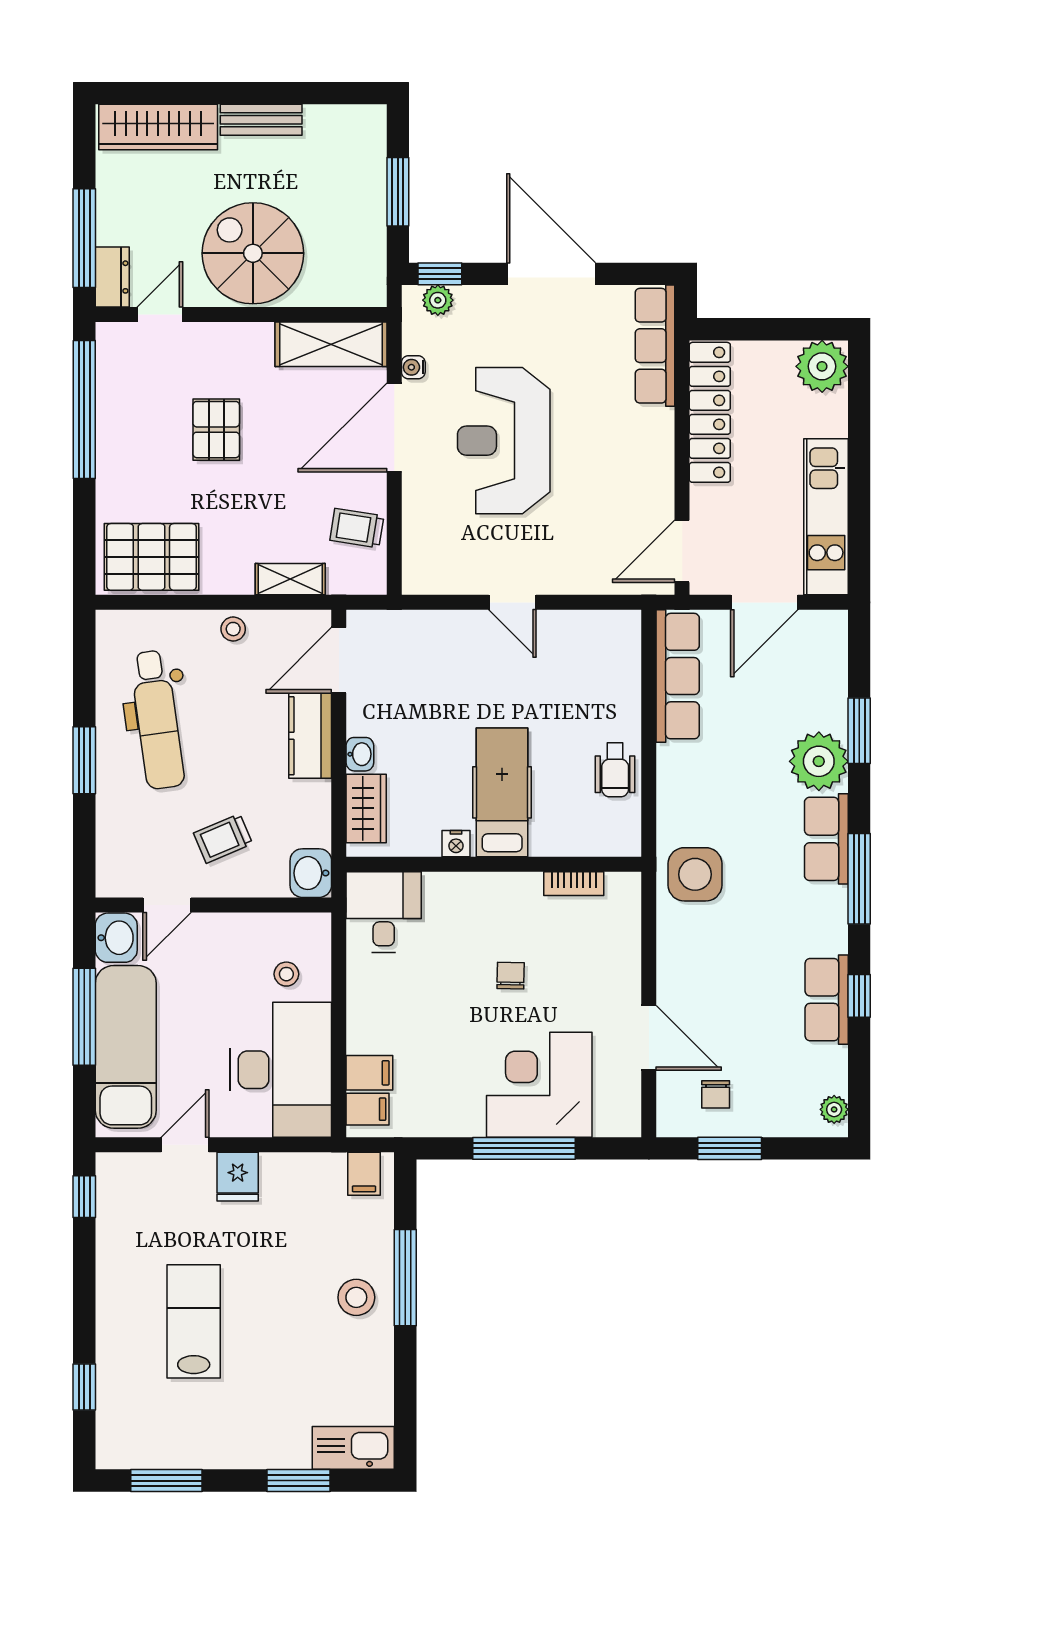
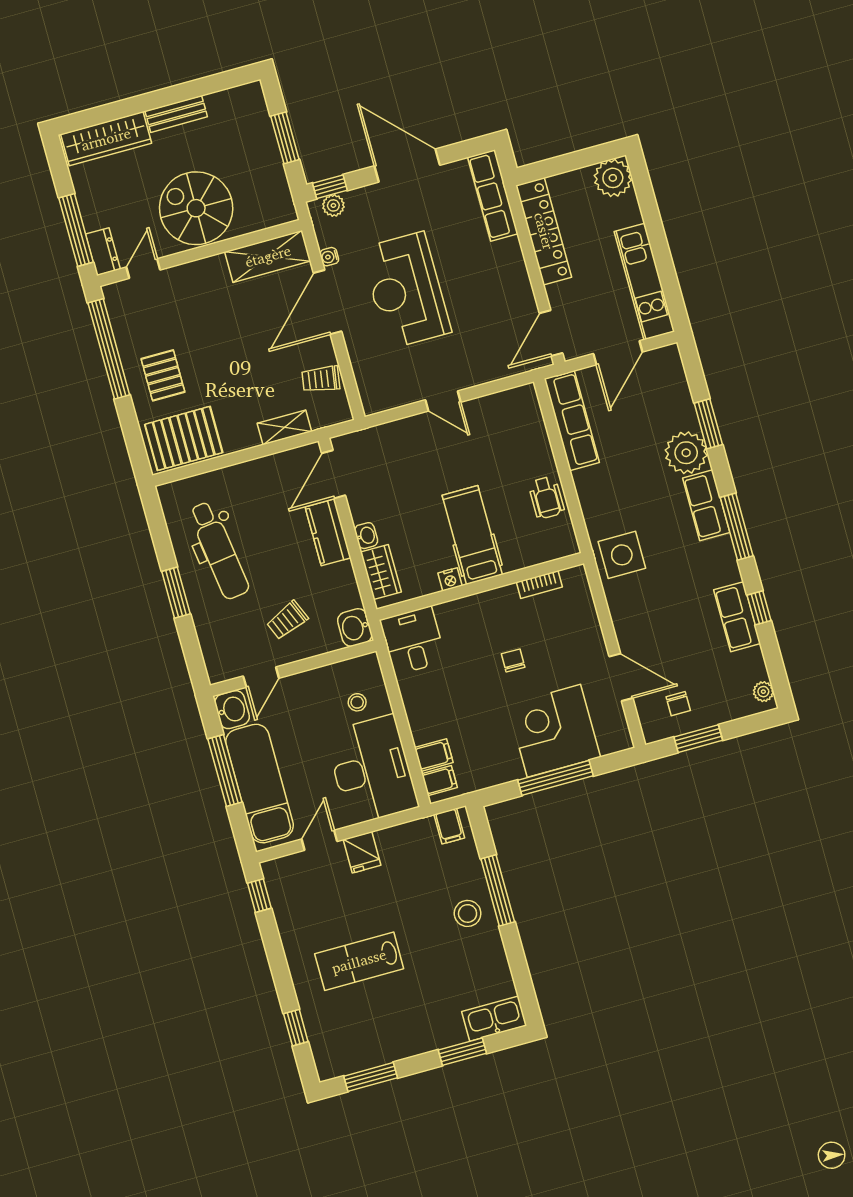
pallet: (216, 430) -> (163, 375), moved
stool: (233, 629) -> (254, 473), removed
lab bench: (194, 1321) -> (359, 961), turned -90

